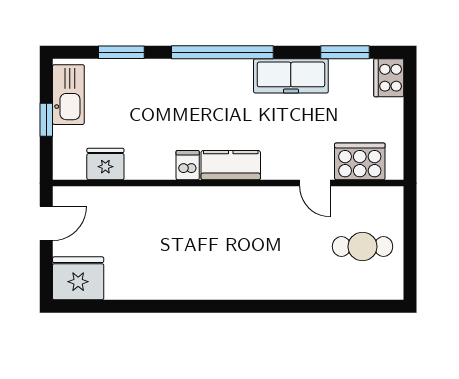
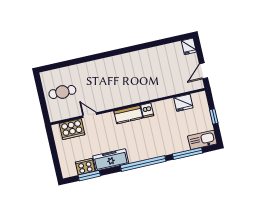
window: (121, 52) -> (187, 153), width x1.44
cooker: (389, 78) -> (85, 167), moved, turned -90
kitchen sink: (68, 95) -> (202, 140), moved, turned 90
fridge: (78, 278) -> (189, 46), width x0.53, depth x0.75

